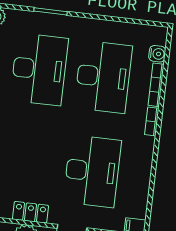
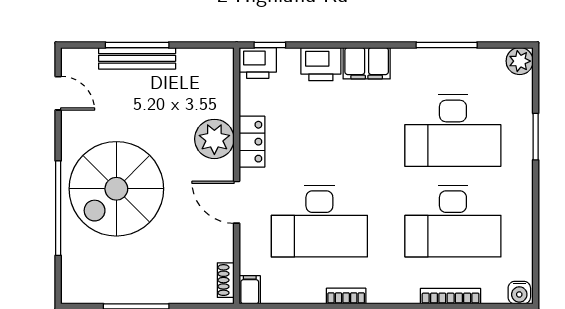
water cooler: (157, 54) -> (519, 293), moved
bookcase: (152, 121) -> (346, 296), moved

